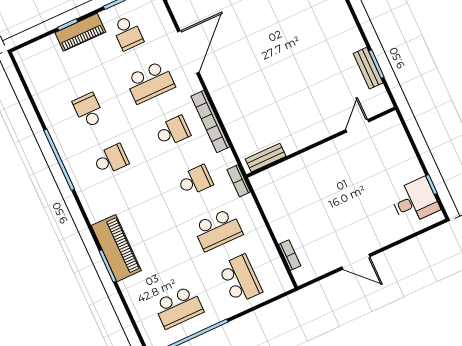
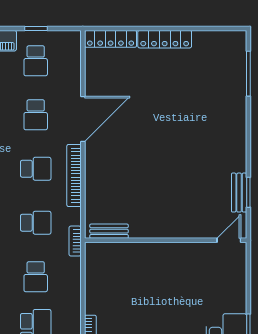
door: (188, 52) -> (83, 119), moved
school desk: (150, 82) -> (36, 115), width x0.54
door: (357, 126) -> (229, 240), moved
school desk: (218, 230) -> (36, 277), width x0.54

